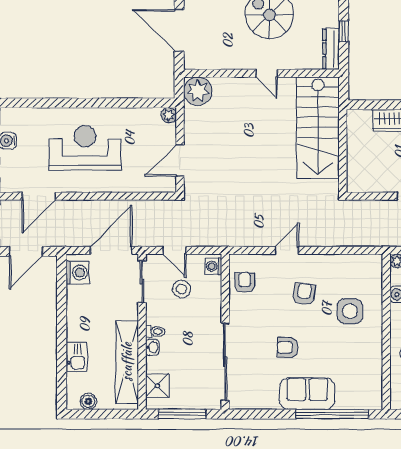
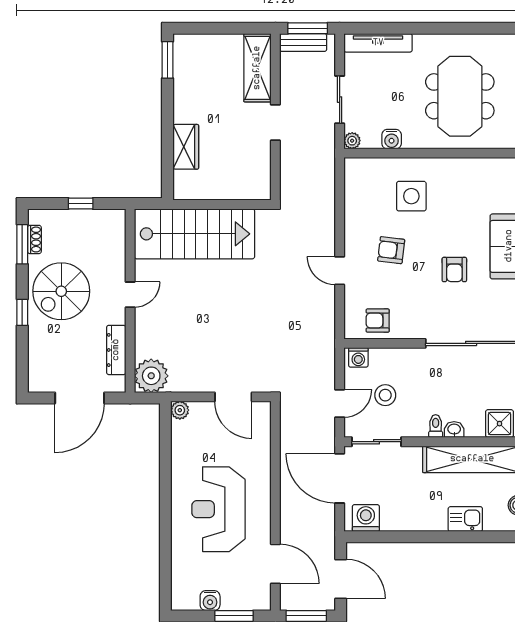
dresser: (331, 49) -> (116, 350), moved, turned 90

